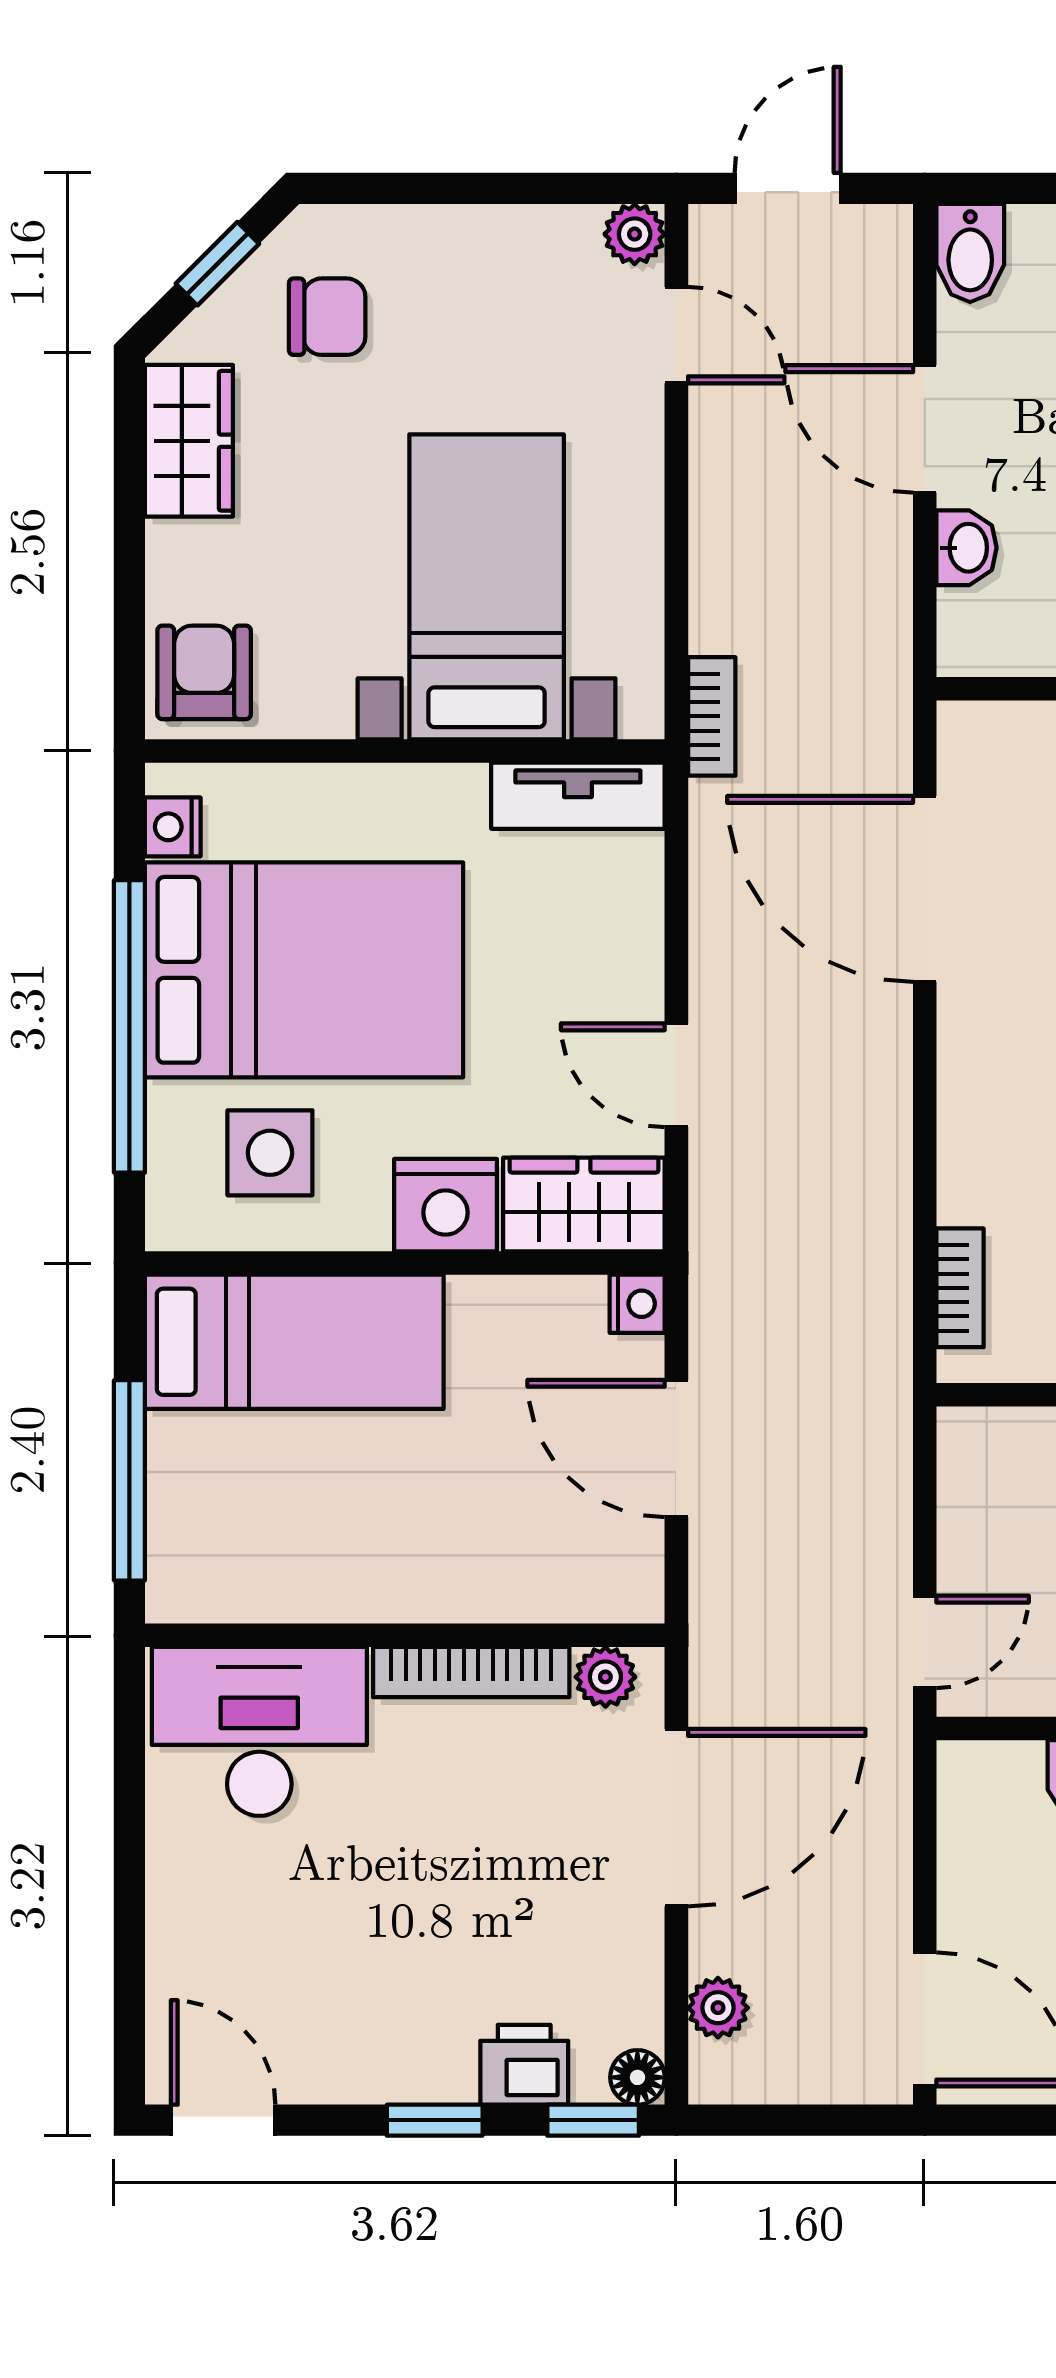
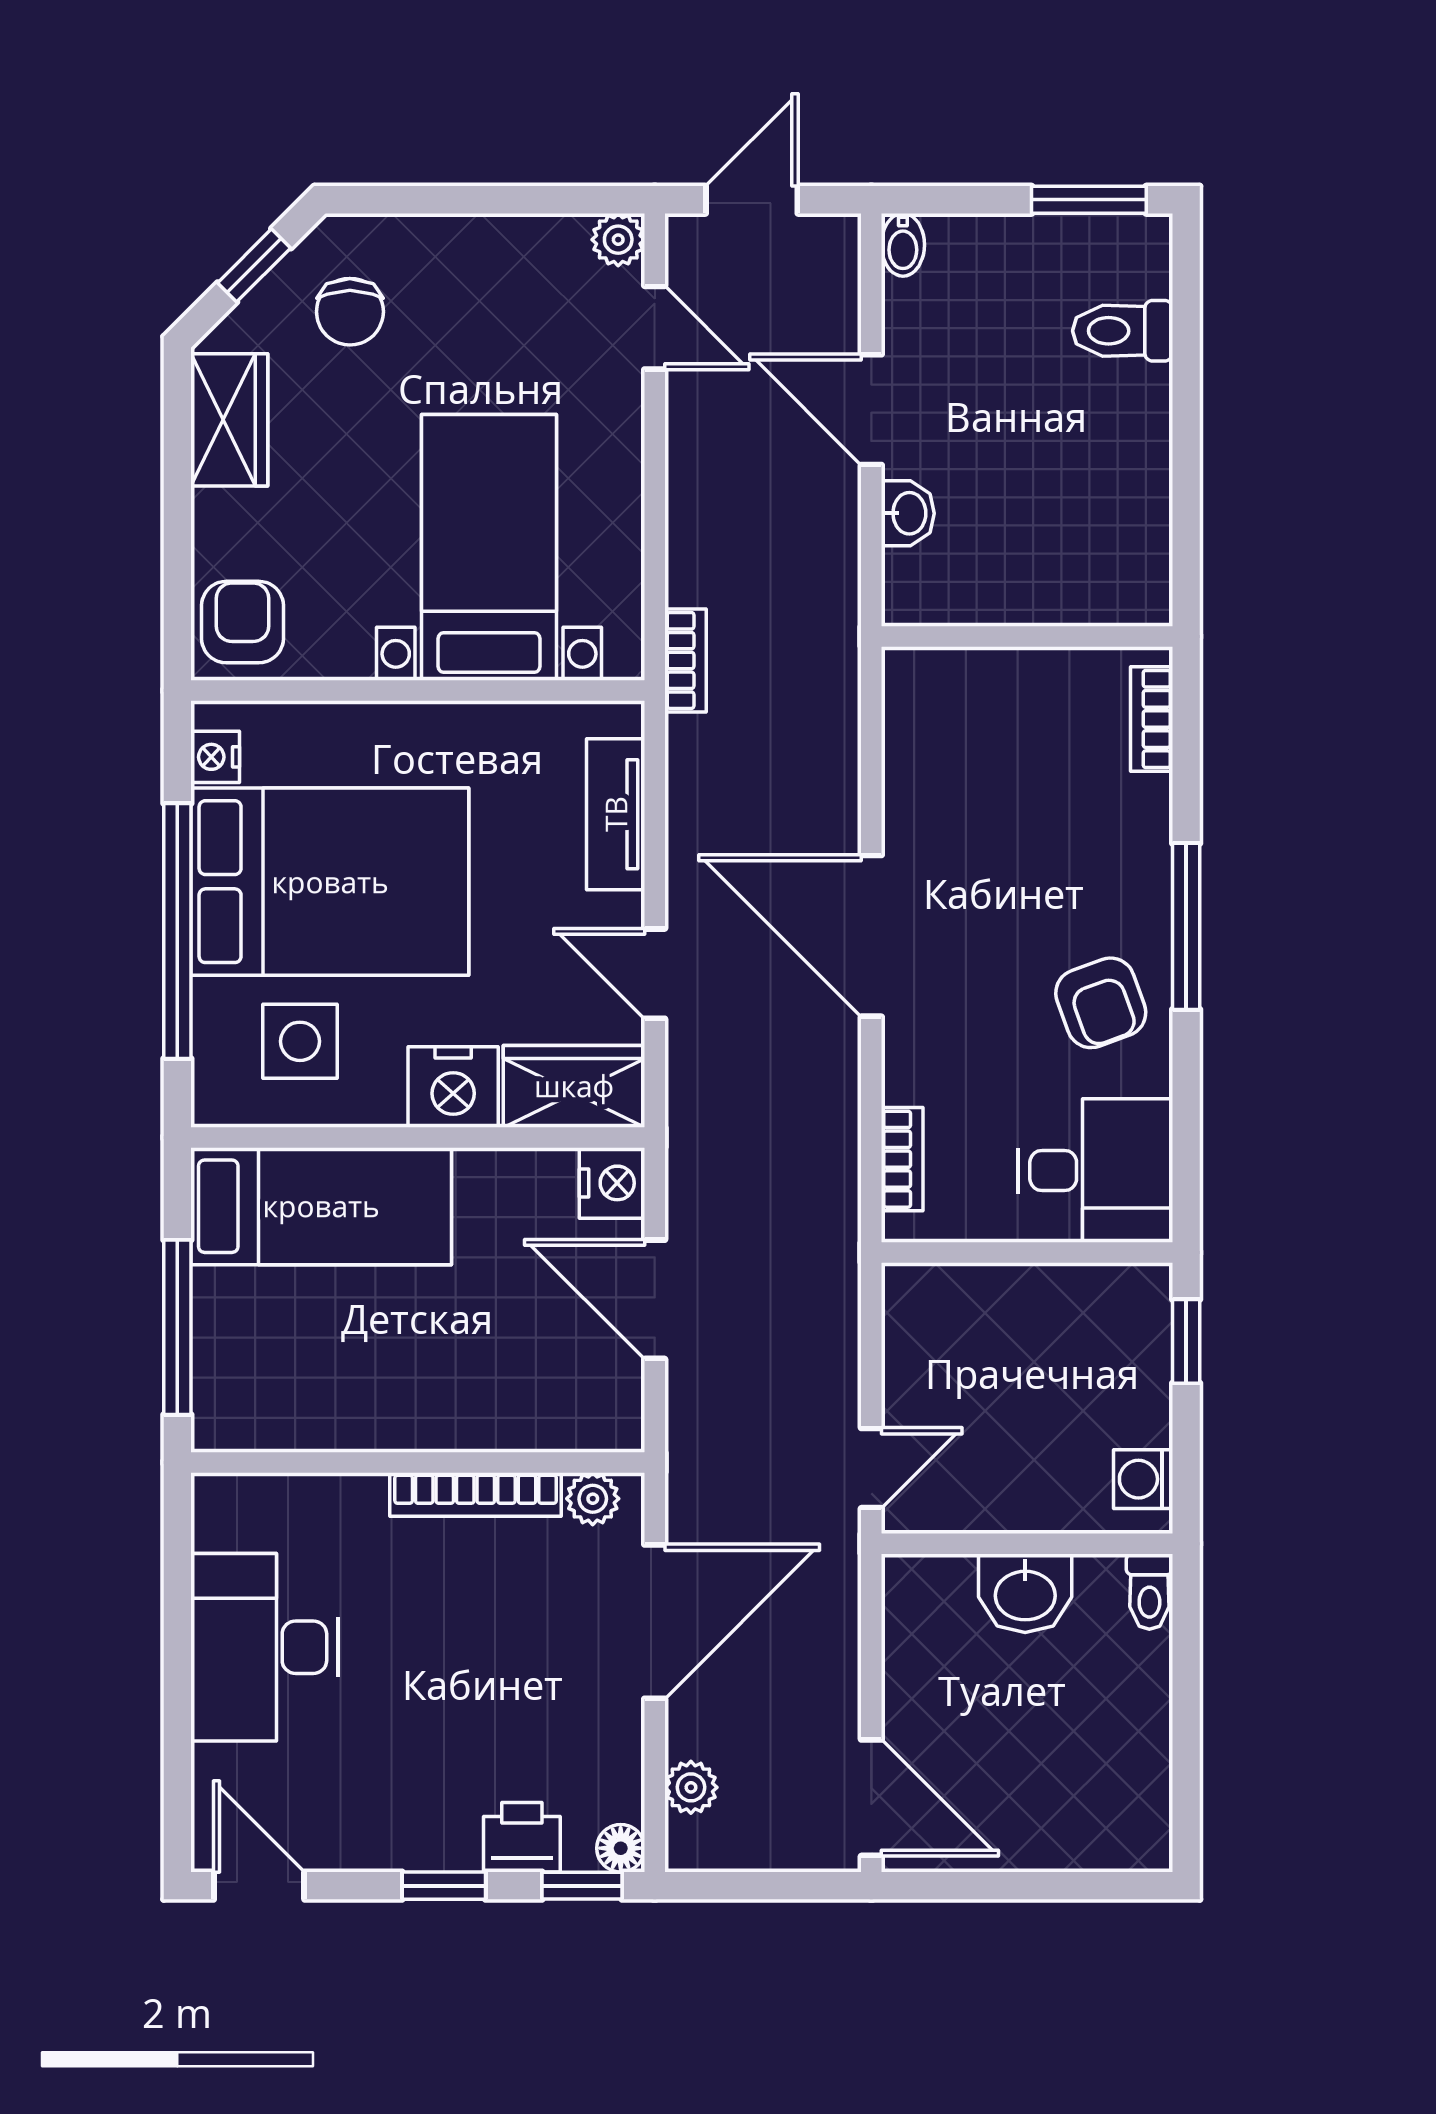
bidet: (970, 253) -> (903, 245), width x0.72, depth x0.74
chair: (327, 317) -> (350, 312), turned 90
tv unit: (578, 796) -> (616, 814), moved, turned 90
door: (925, 889) -> (871, 936), moved
nightstand: (637, 1304) -> (612, 1183), width x1.39, depth x1.35
desk: (259, 1731) -> (265, 1647), moved, turned -90

